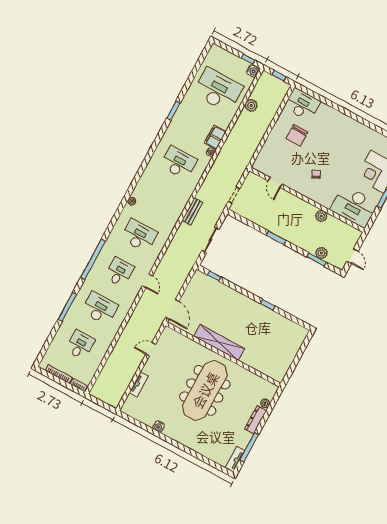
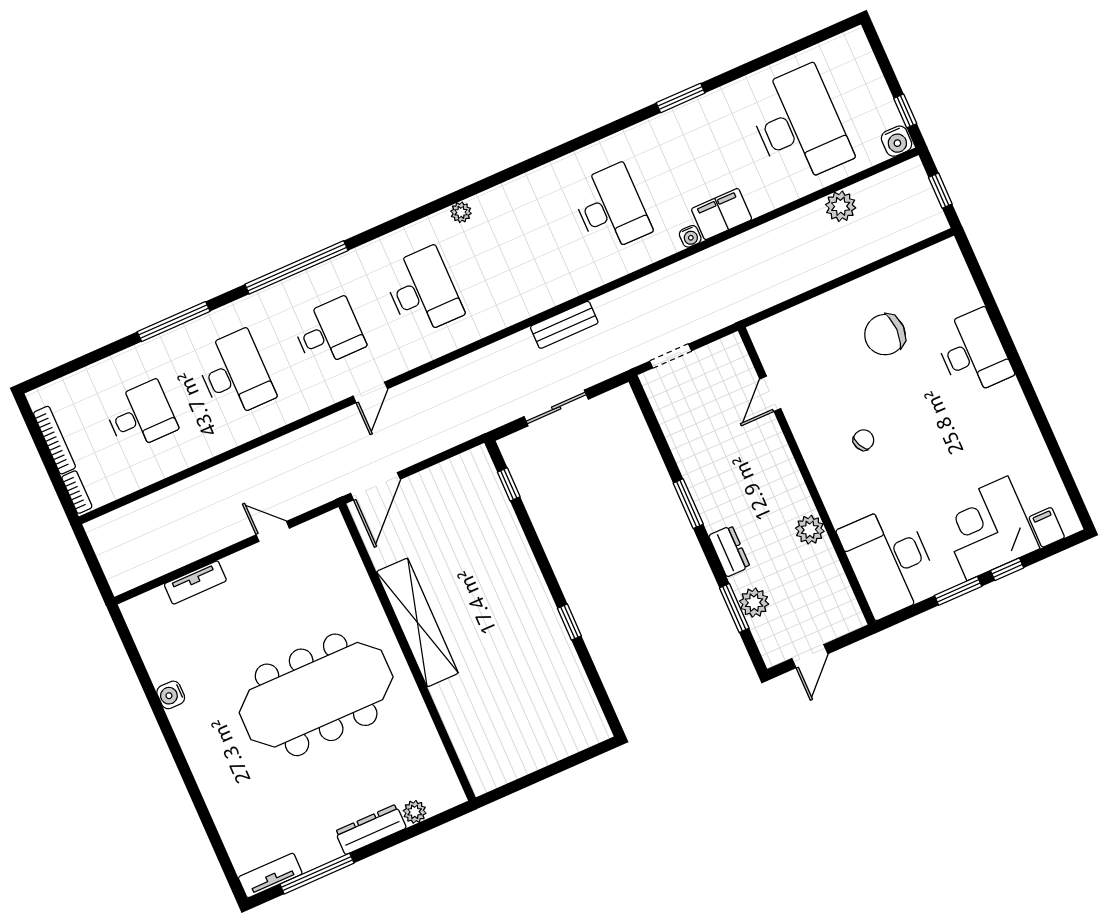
desk: (302, 104) -> (973, 352), moved
dresser: (301, 243) -> (729, 551), added

